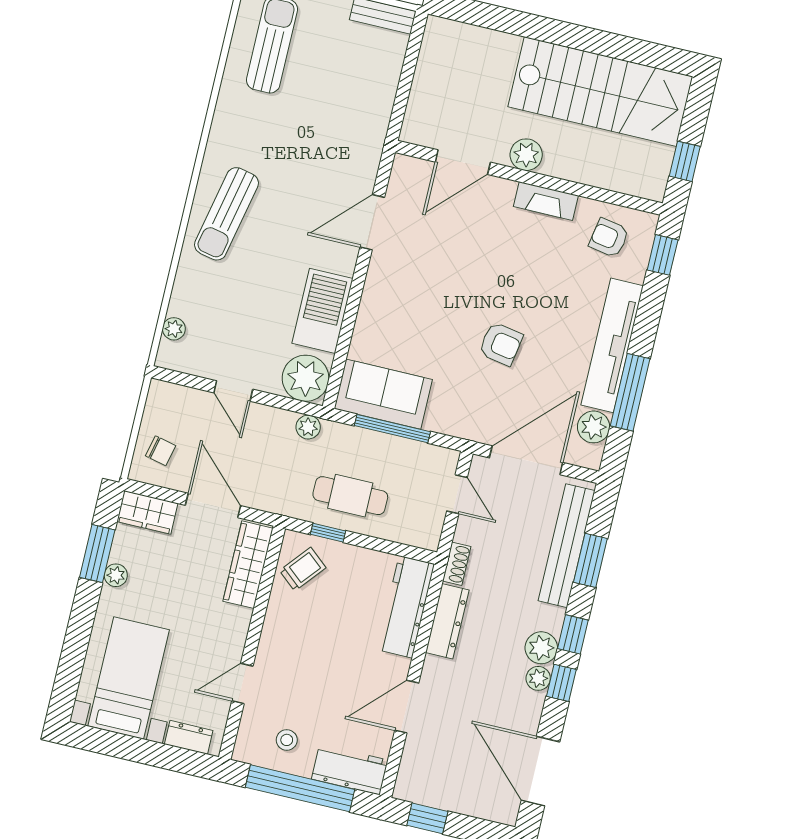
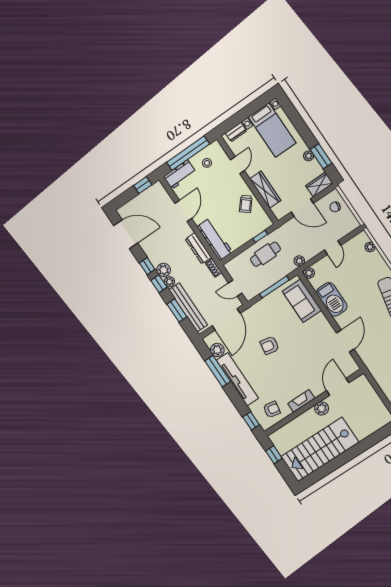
plant: (306, 378) -> (309, 273), width x0.53, depth x0.53
door: (233, 391) -> (333, 248), swing flipped
sofa: (383, 394) -> (302, 301), moved, turned 90
wardrobe: (248, 565) -> (265, 190), moved
trolley: (303, 569) -> (246, 204), moved
plant: (538, 678) -> (169, 282), moved

